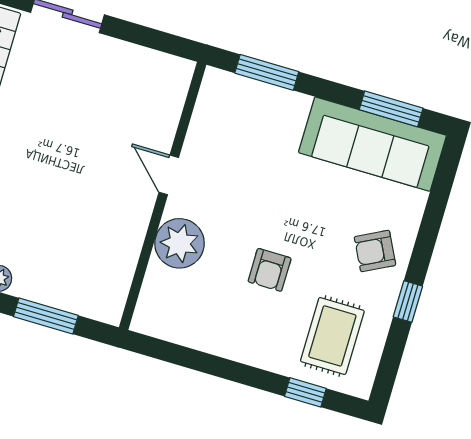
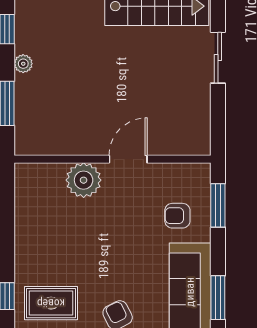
door: (169, 175) -> (128, 159), width x1.38
armchair: (270, 270) -> (177, 216), moved

